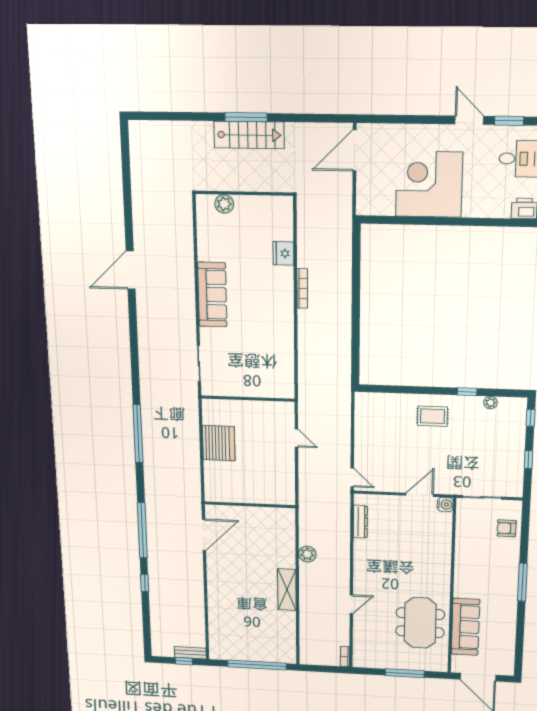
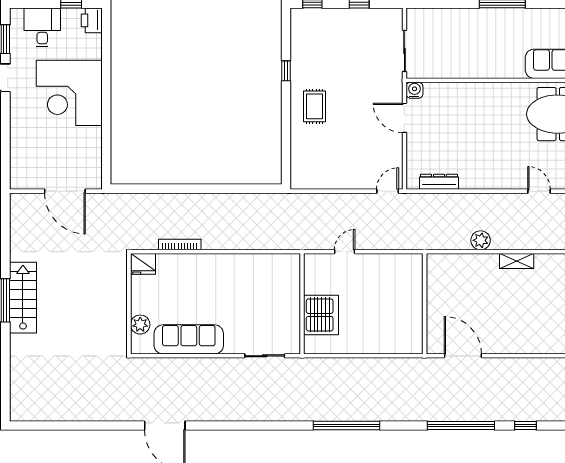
door: (355, 150) -> (65, 191), moved
corner desk: (429, 184) -> (69, 93), moved
wall: (244, 193) -> (129, 304), moved
plant: (224, 204) -> (140, 325), moved
plant: (490, 403) -> (297, 46), removed
server rack: (219, 443) -> (321, 315), moved, turned 90
armchair: (507, 528) -> (439, 23), removed
shelving: (287, 590) -> (517, 261), width x0.67, depth x0.75

